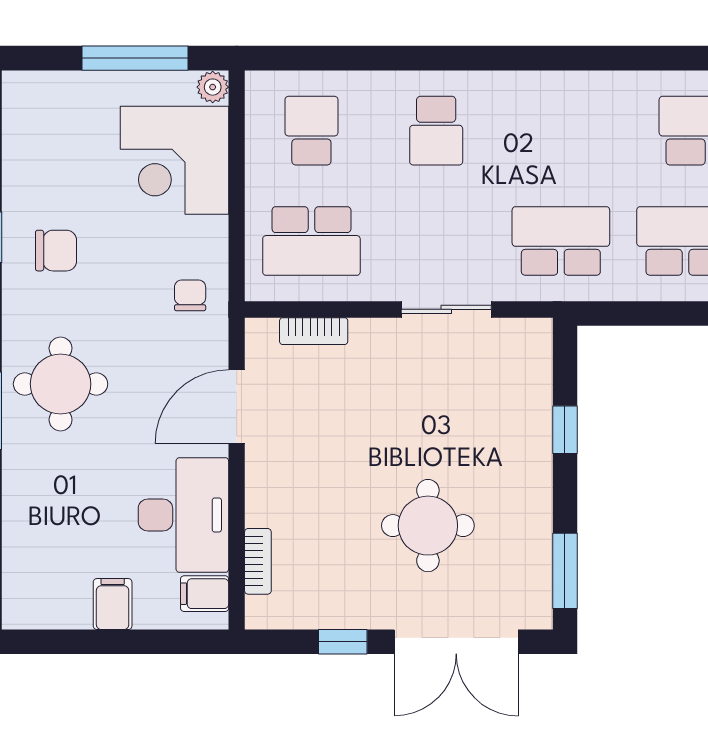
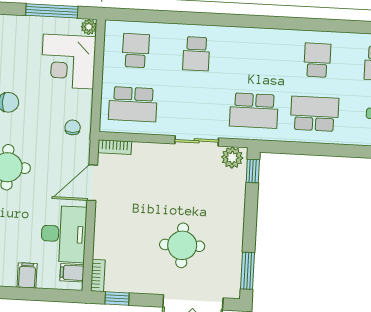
school desk: (561, 241) -> (254, 111), turned 180
bookcase: (314, 331) -> (115, 147), moved
plant: (521, 340) -> (232, 158), added
window: (565, 430) -> (253, 171), moved
bookcase: (258, 561) -> (98, 276), moved
window: (343, 642) -> (117, 298), moved

